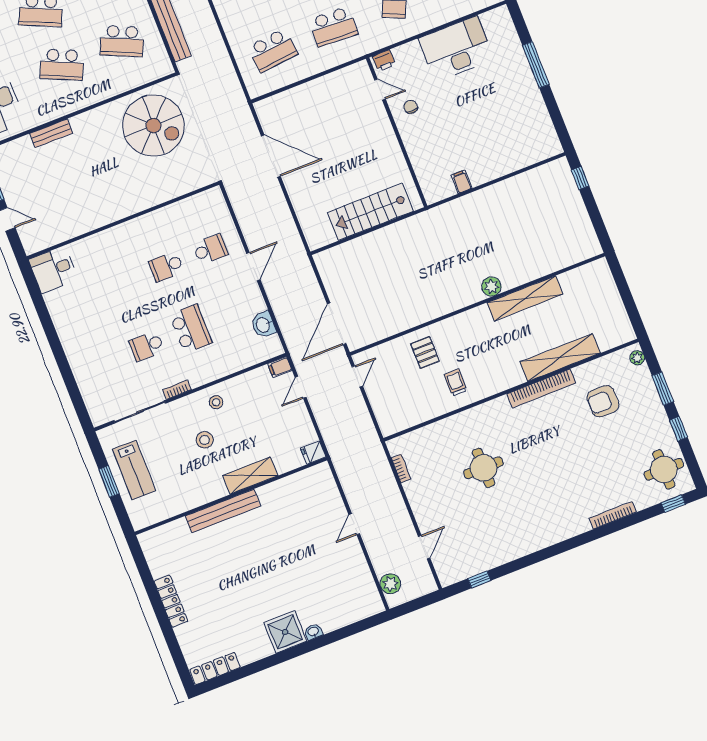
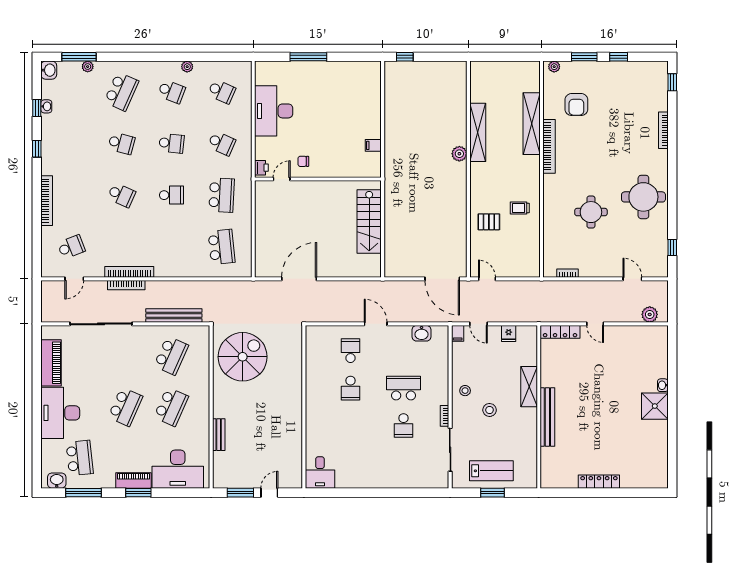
fridge: (313, 453) -> (509, 333), moved
round table: (664, 469) -> (643, 197), moved, width x1.36, depth x1.36
locker: (215, 668) -> (560, 332), moved, turned -90

